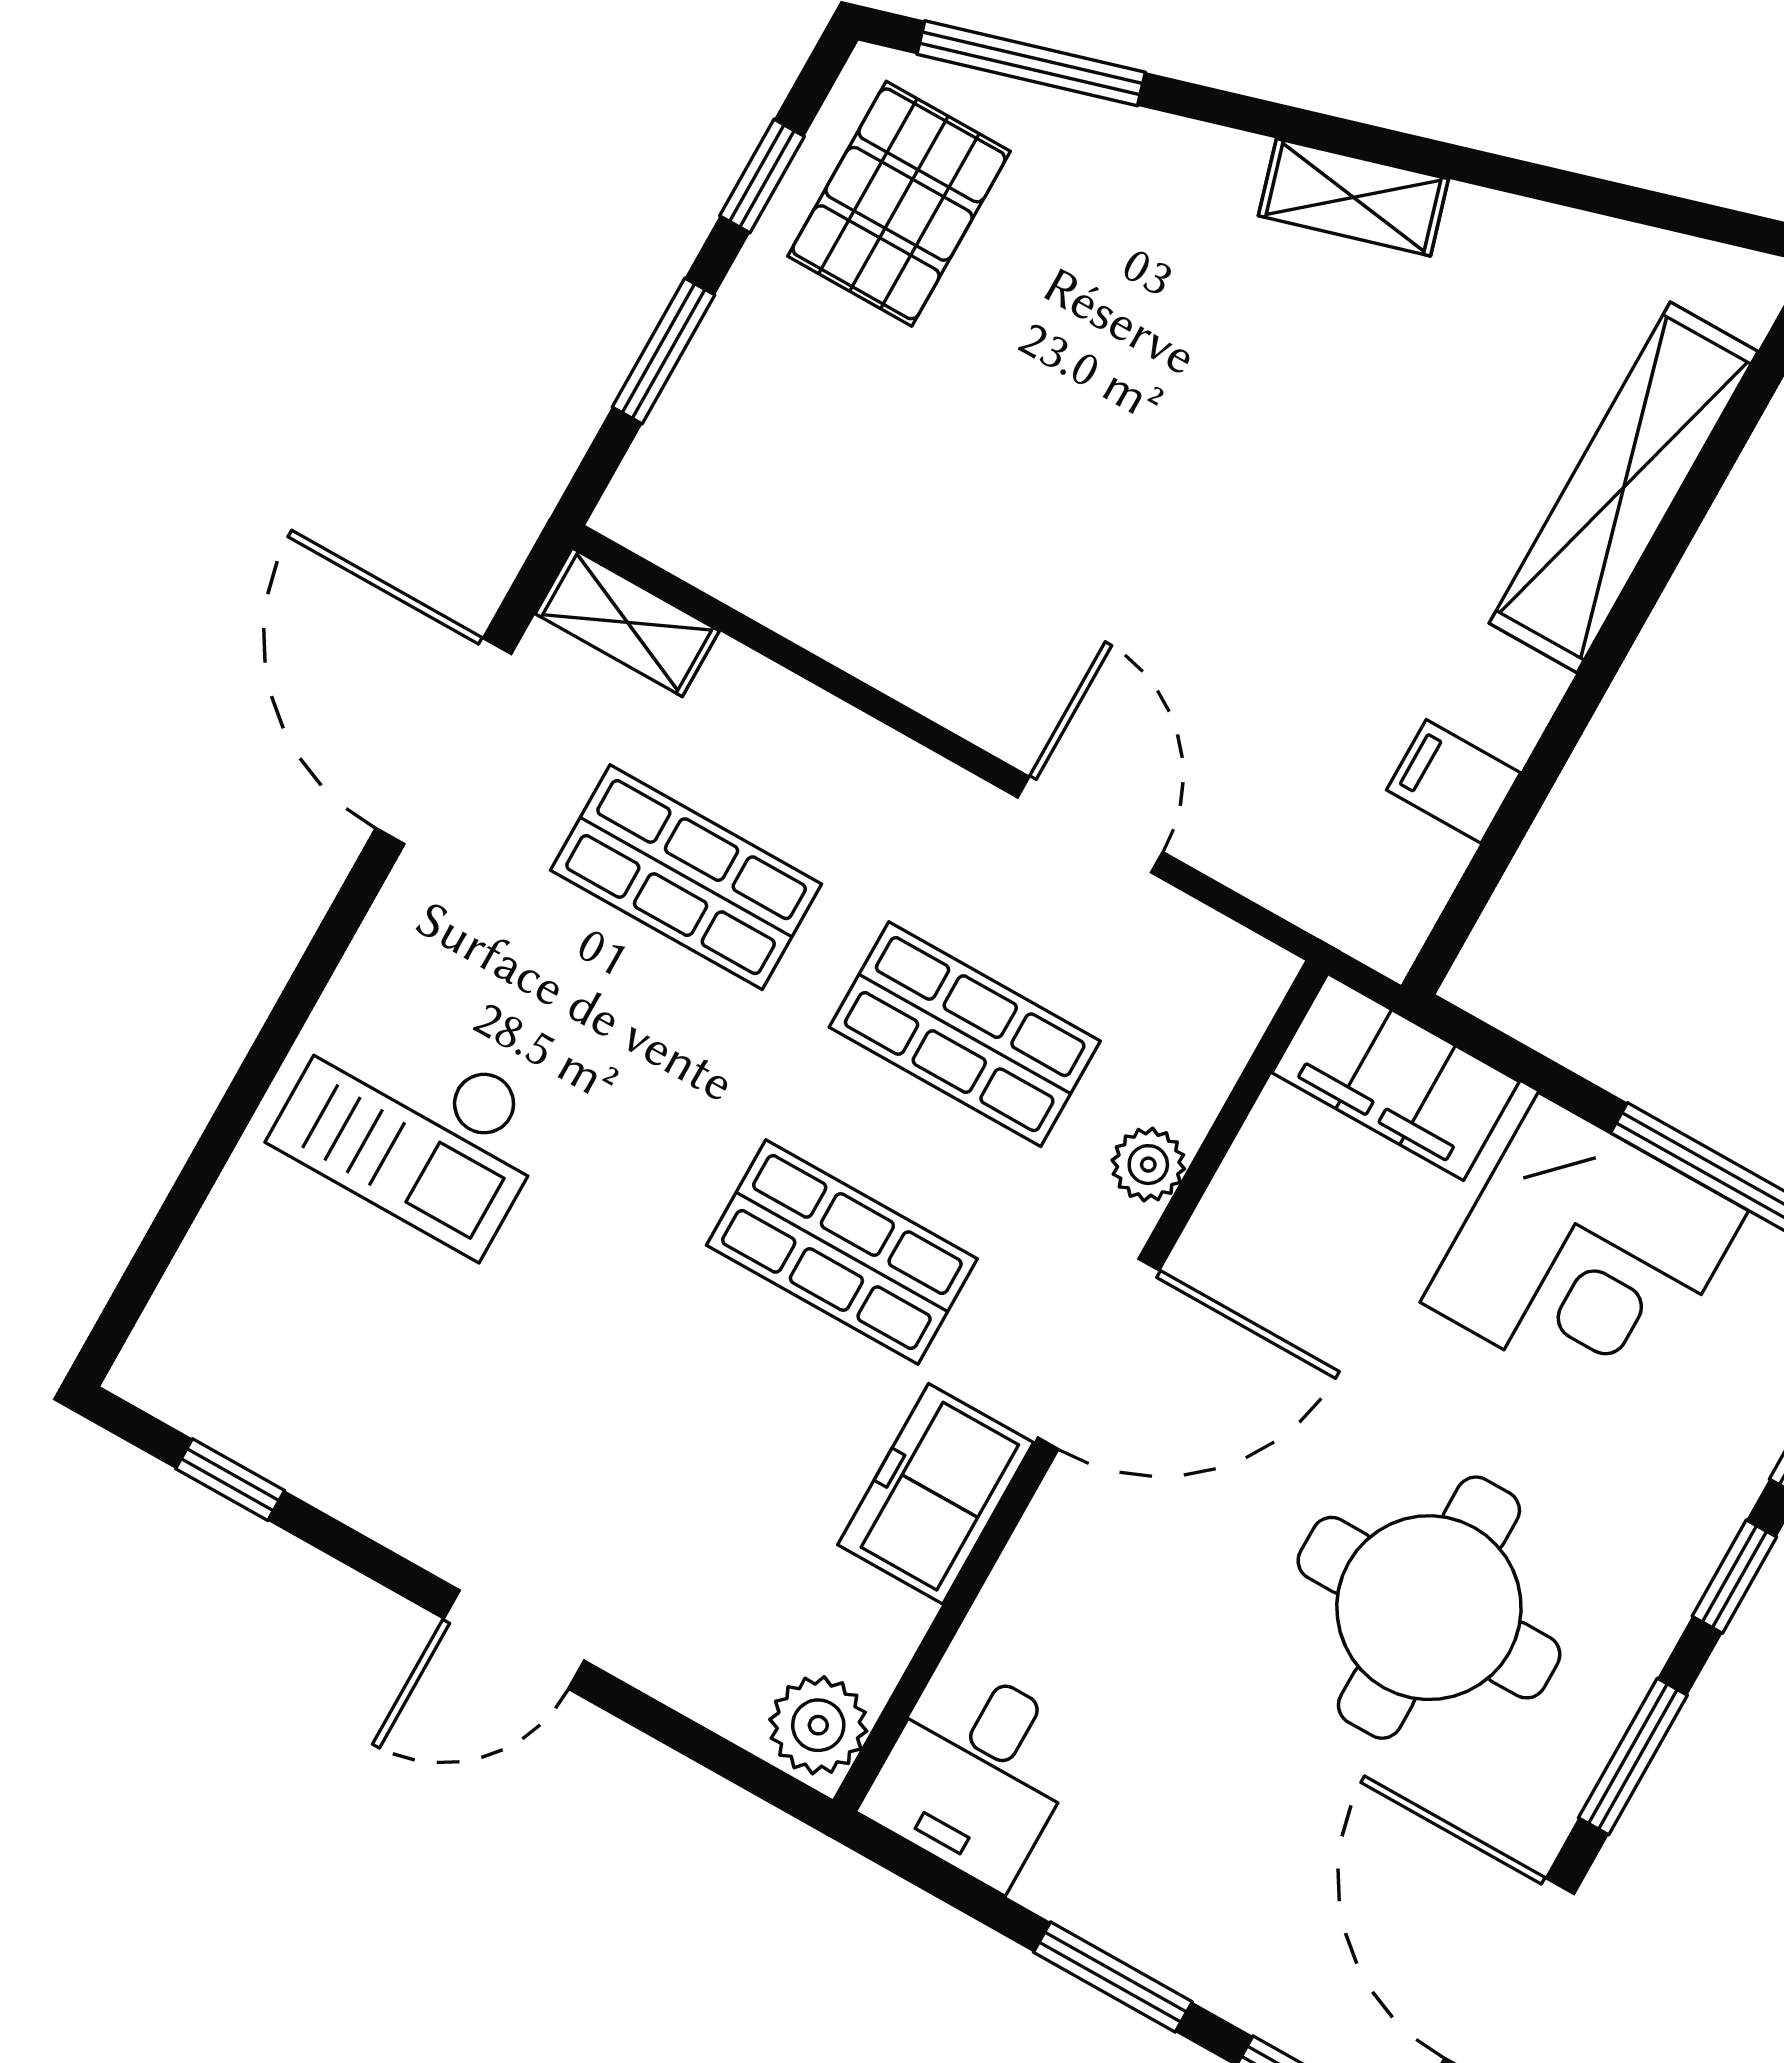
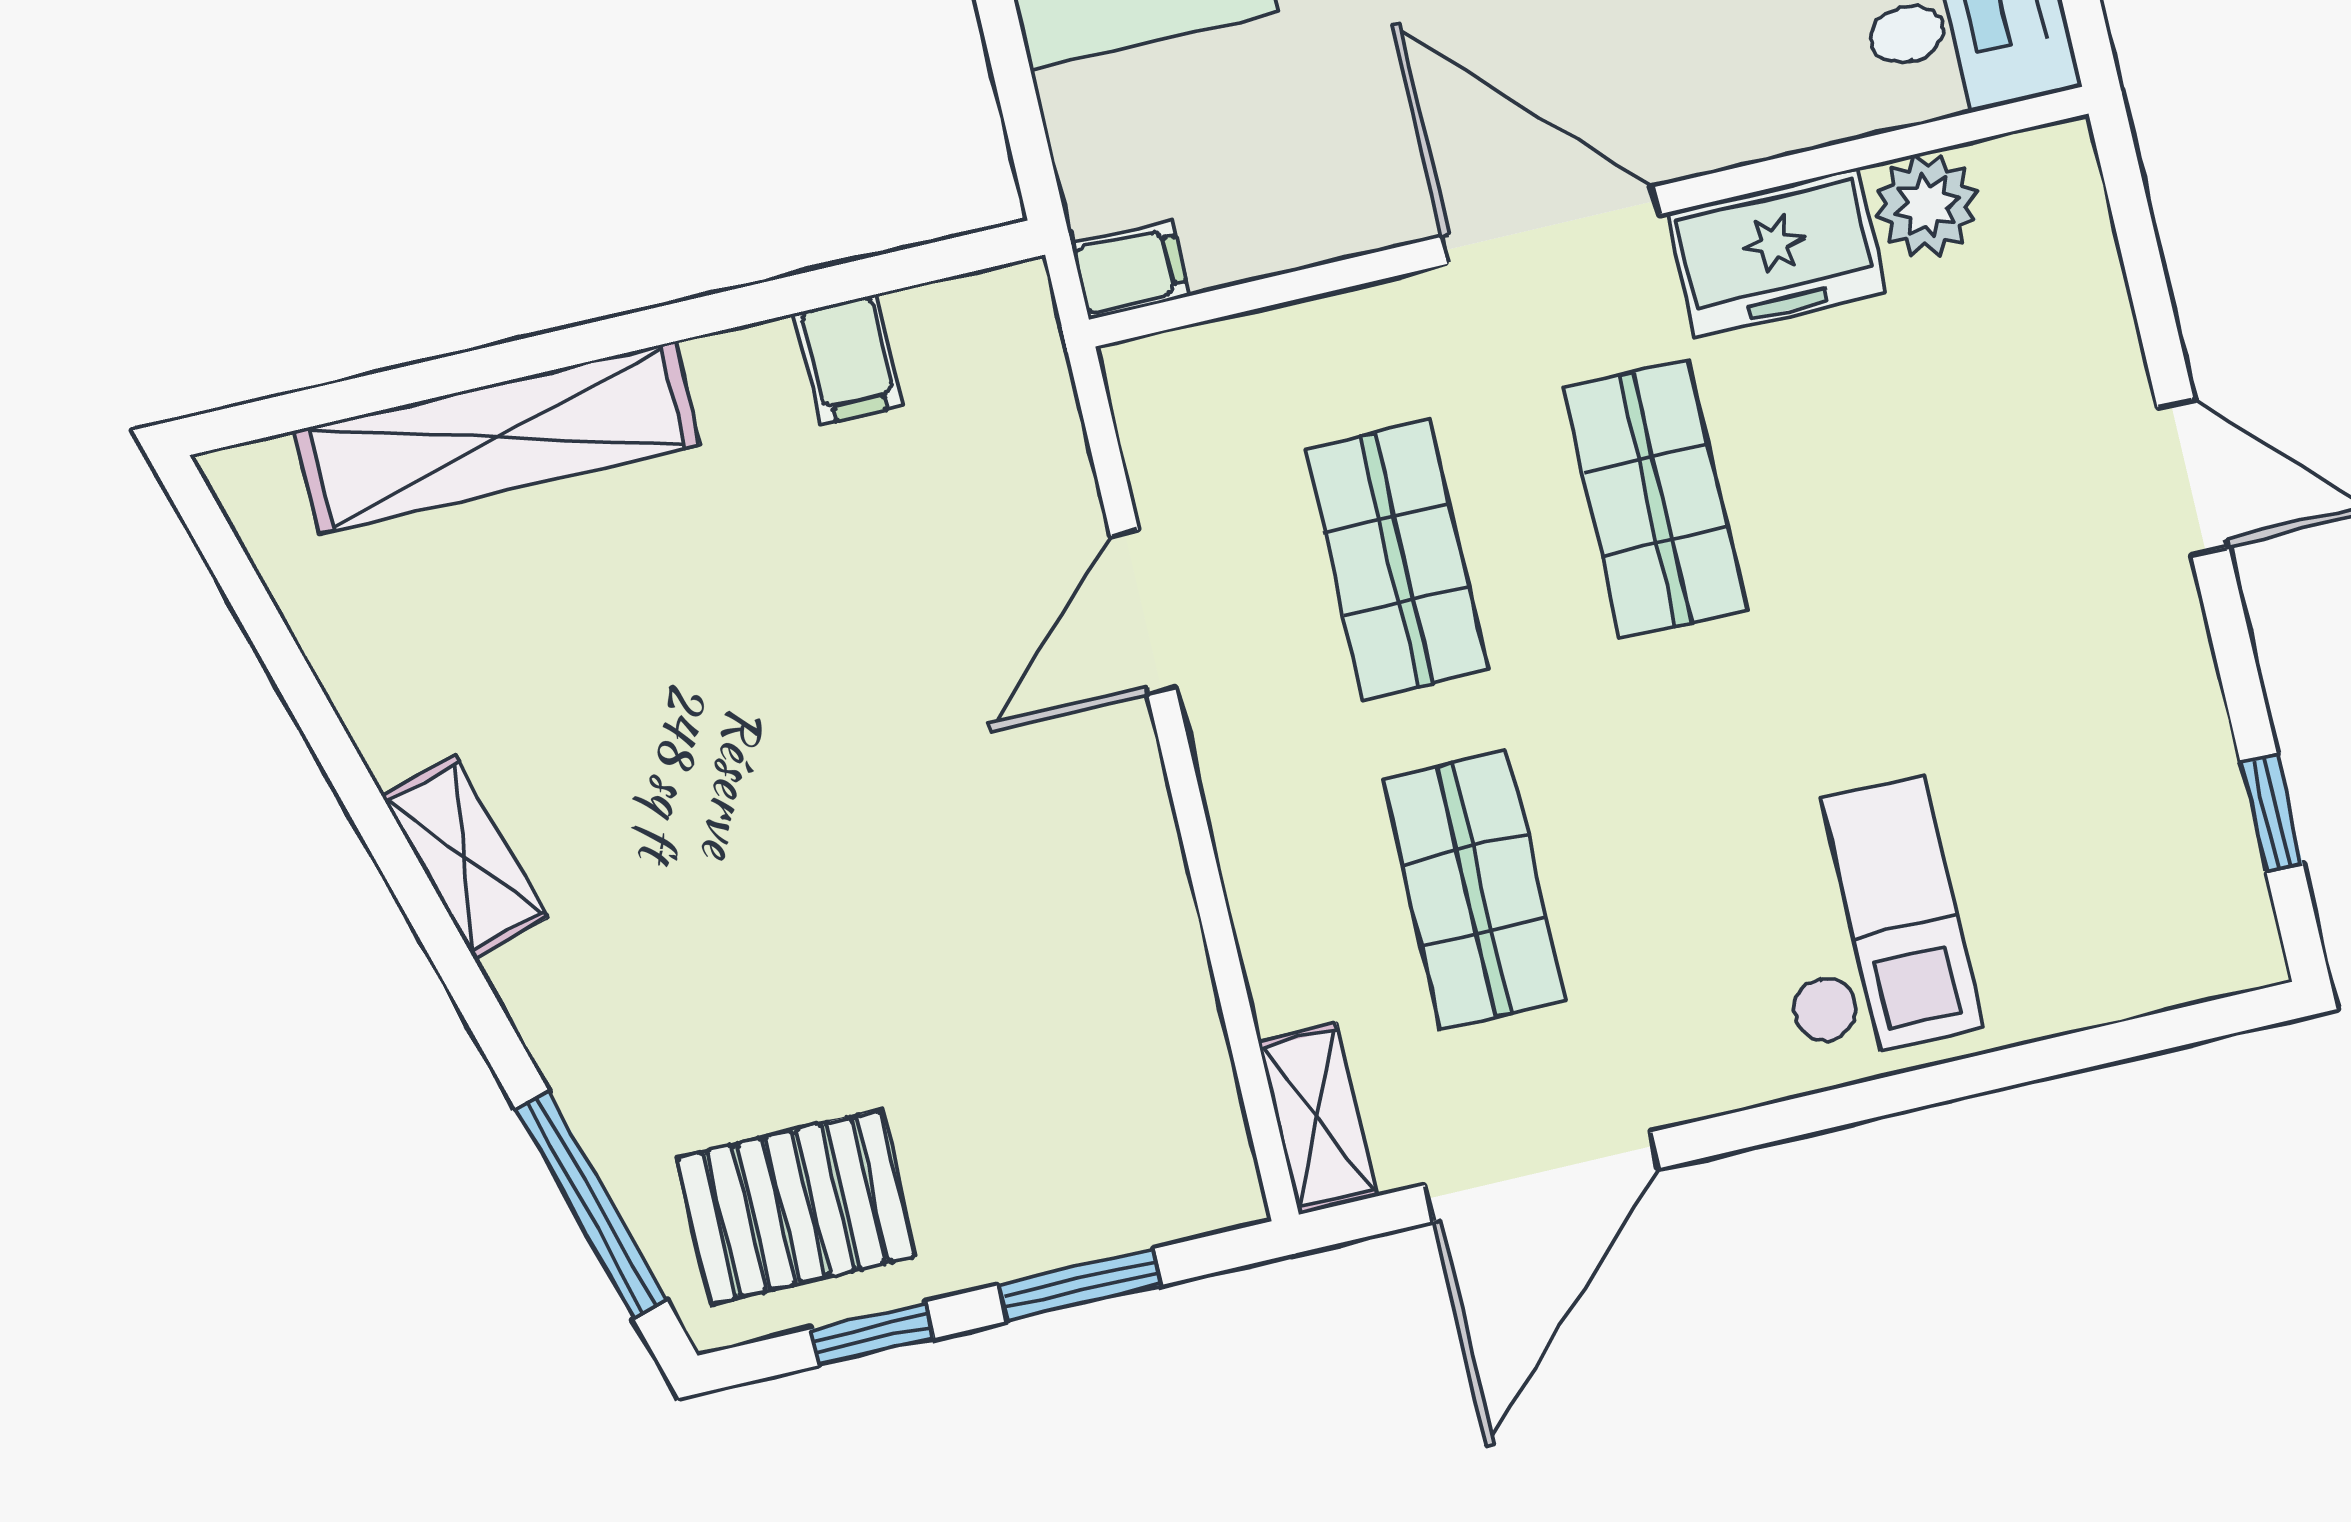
filing cabinet: (1396, 1077) -> (1130, 270), width x0.33, depth x0.86
plant: (1148, 1165) -> (1367, 323), removed
plant: (818, 1725) -> (1927, 205), moved

